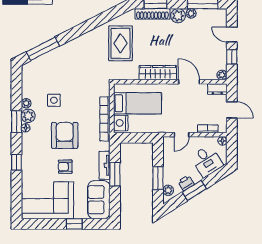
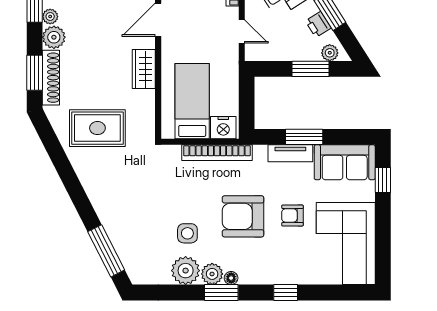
wardrobe: (158, 73) -> (144, 69), width x0.67
plant: (26, 103) -> (186, 271), width x1.88, depth x1.88
armchair: (65, 167) -> (292, 215), turned 90
window: (74, 224) -> (383, 180), moved

